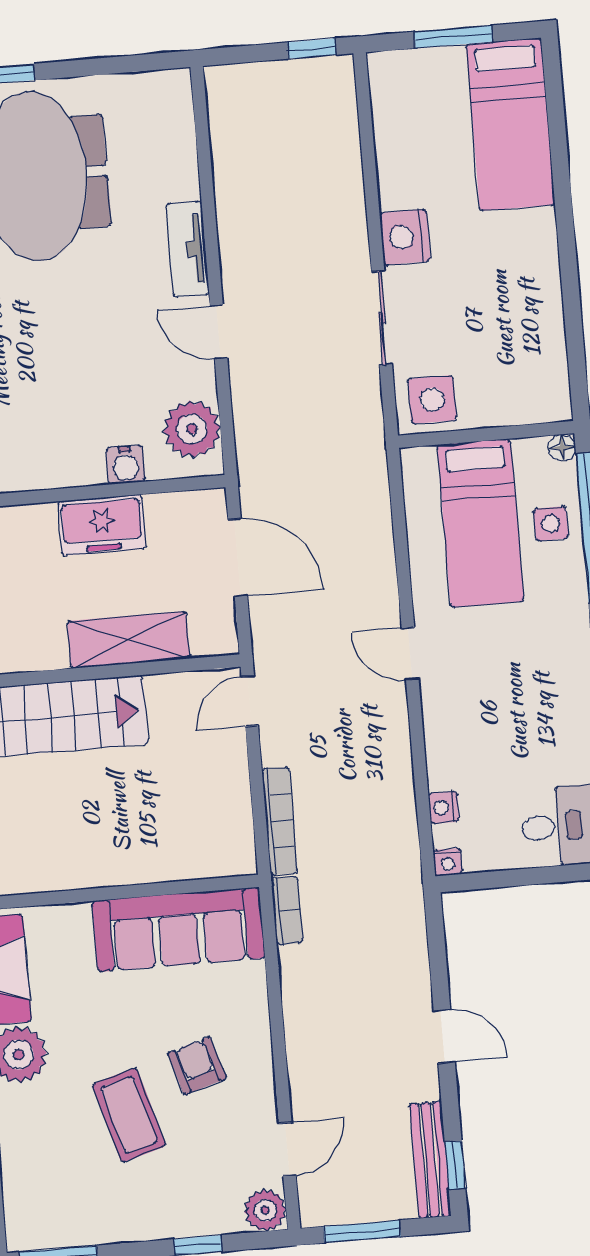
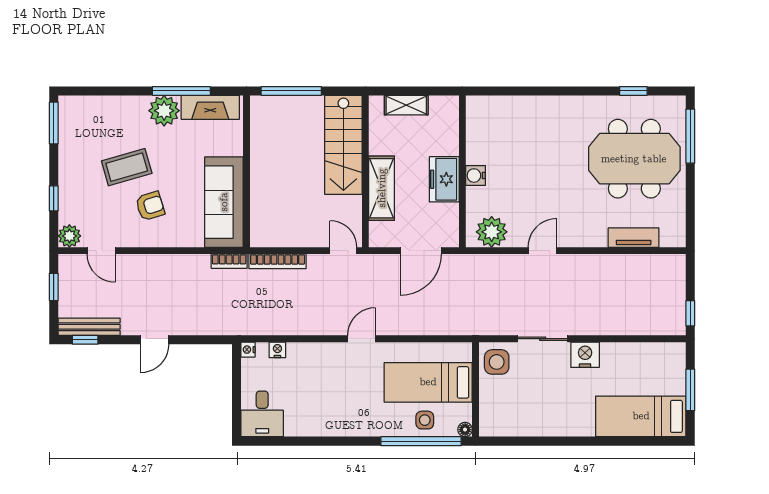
tv unit: (188, 249) -> (634, 238), moved
water cooler: (126, 465) -> (476, 176), moved
window: (362, 1232) -> (54, 287), width x0.67

